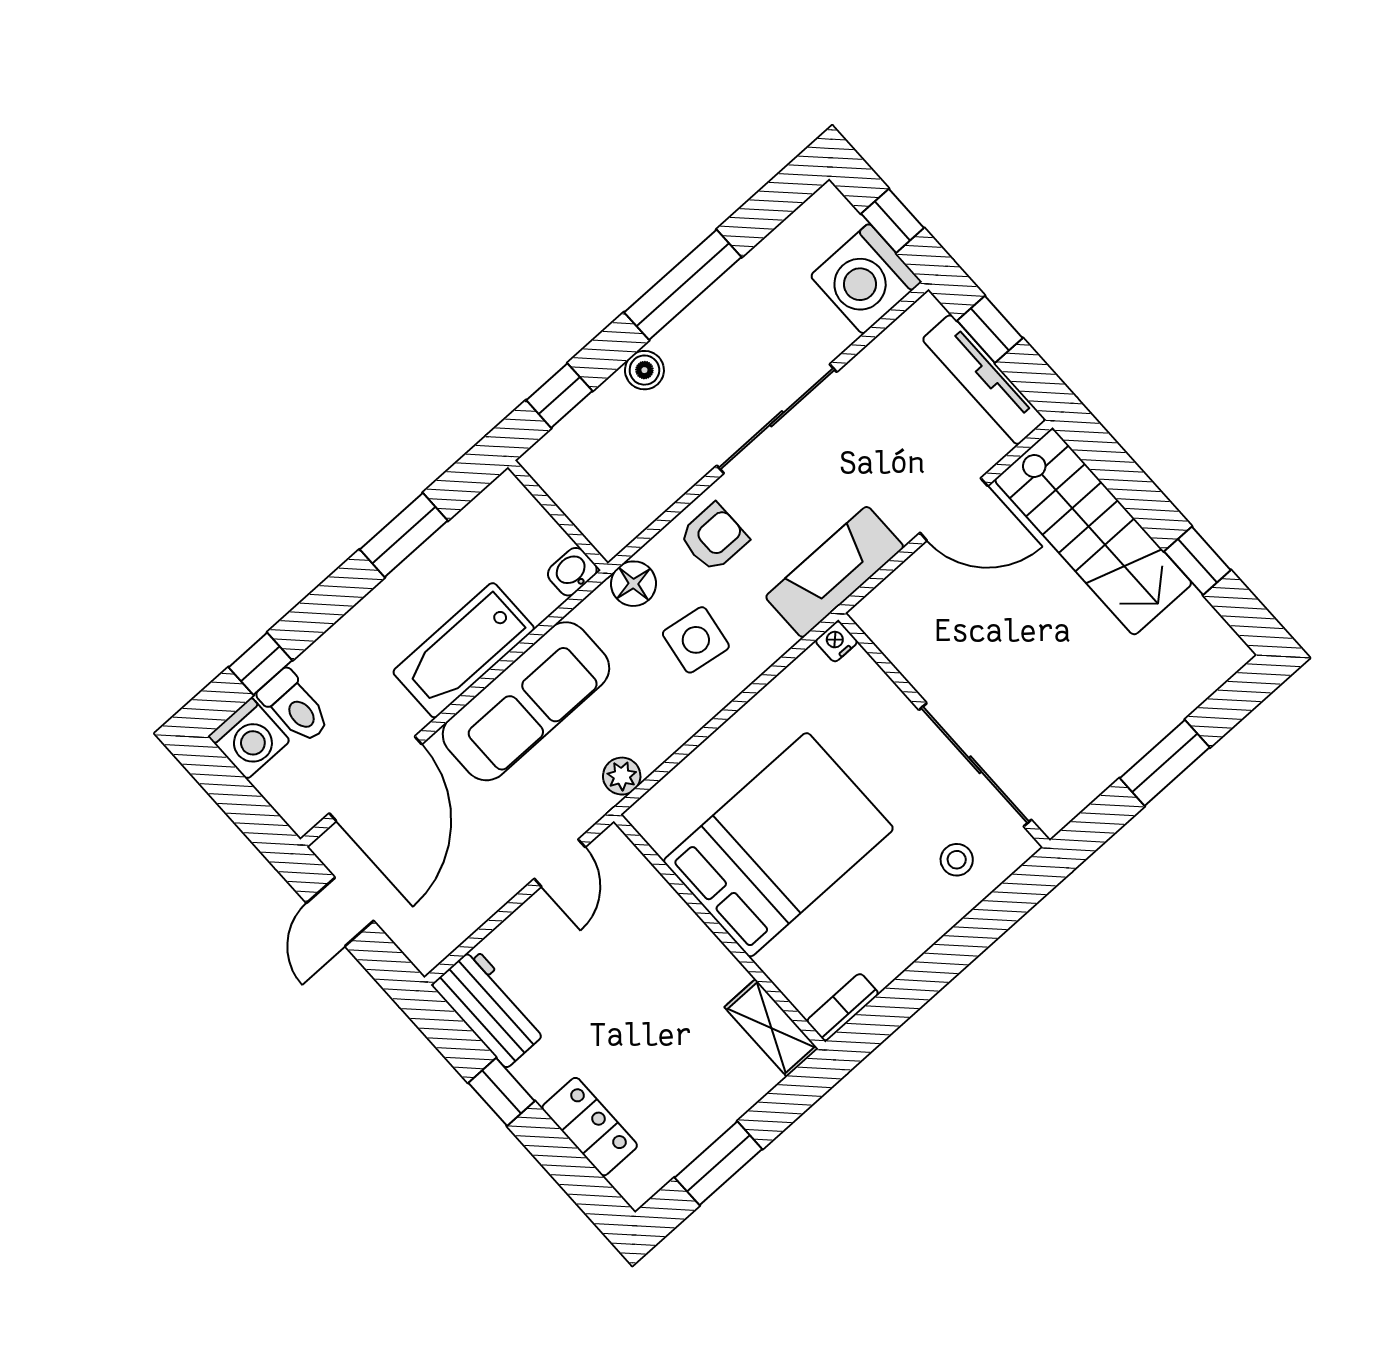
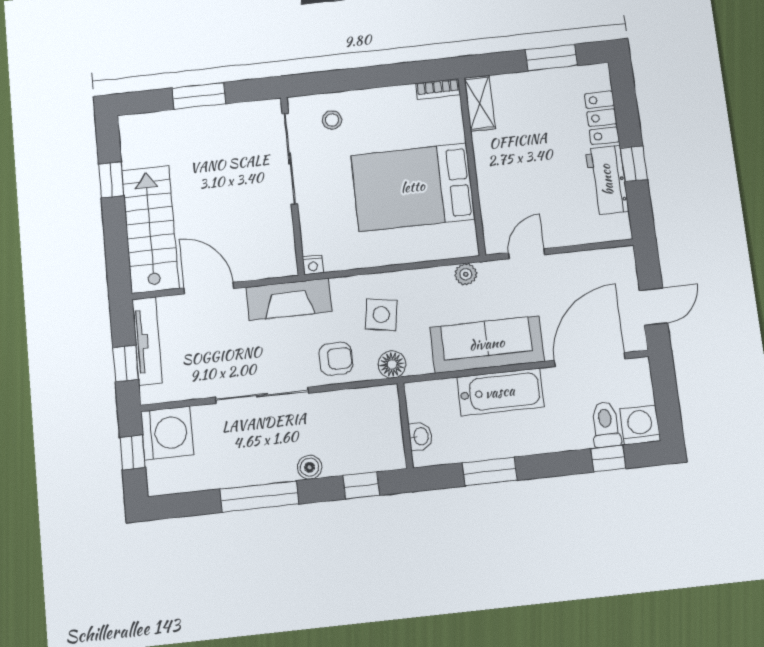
armchair: (714, 538) -> (336, 359), turned 180
washbasin: (572, 572) -> (420, 436), moved, turned -90
workbench: (490, 1008) -> (607, 180), moved

